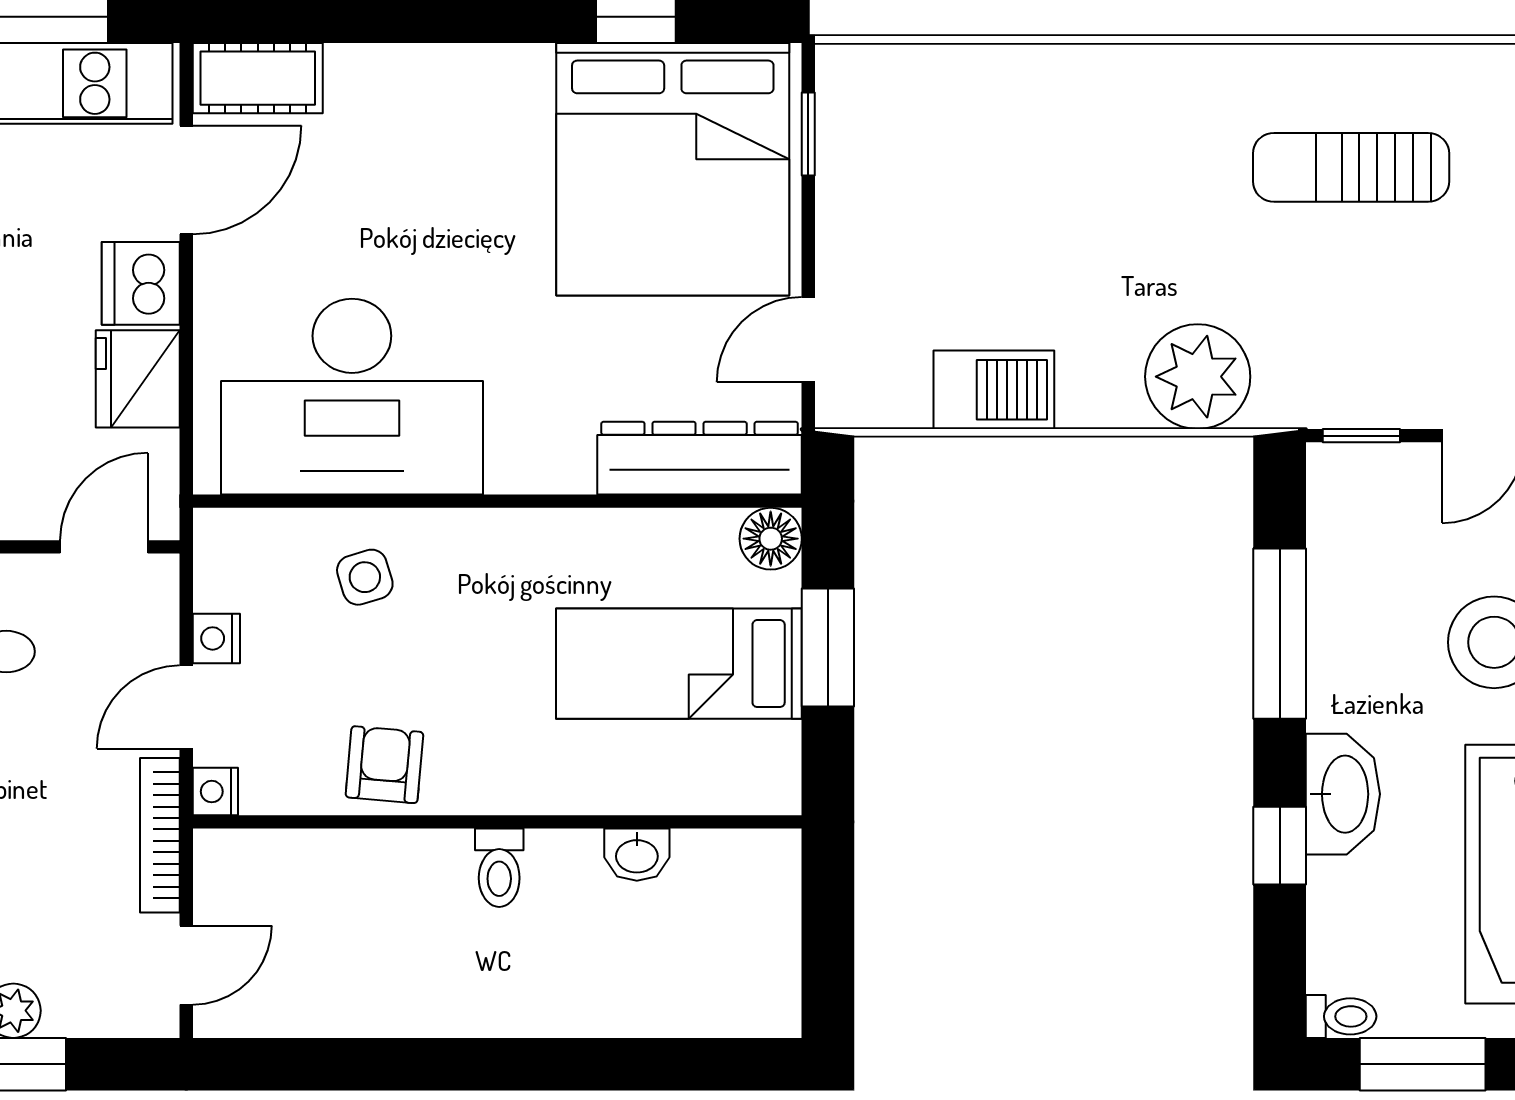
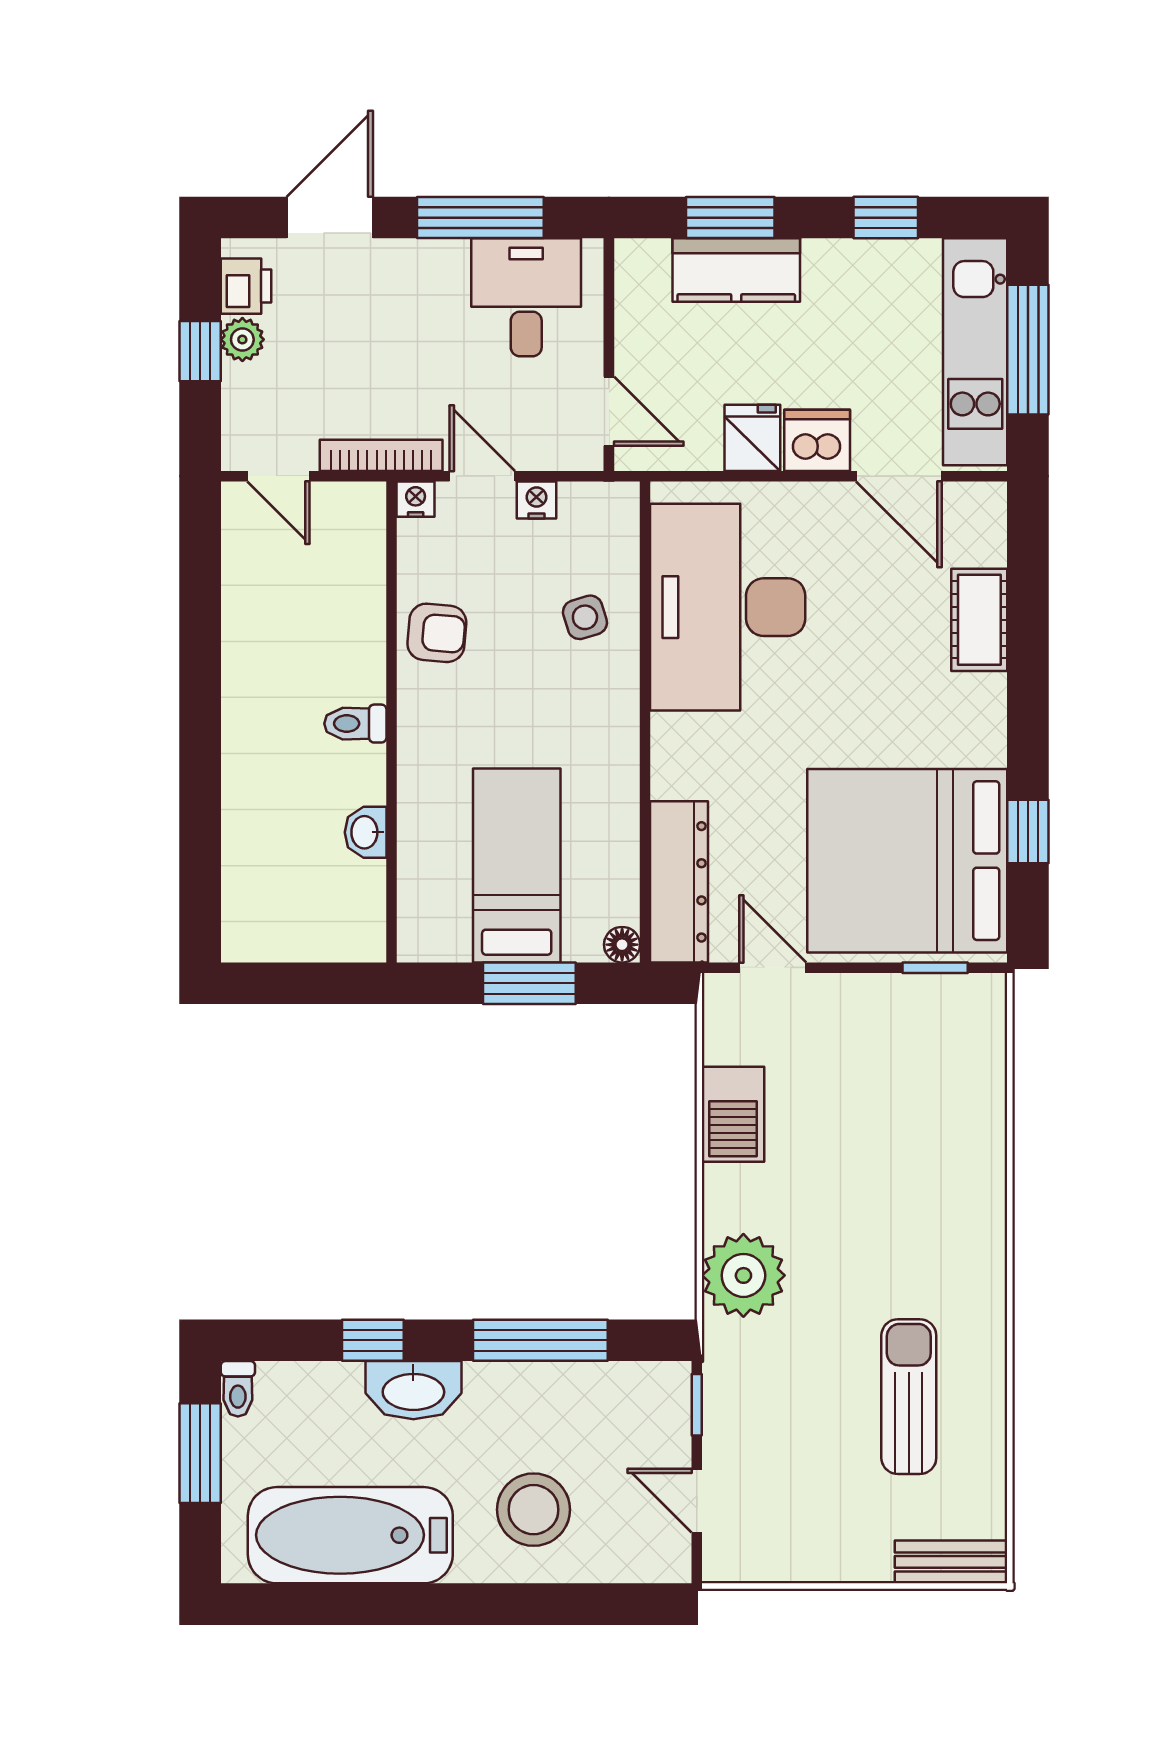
cot: (258, 78) -> (979, 620), moved
fridge: (138, 379) -> (752, 438), width x0.72
floor lamp: (771, 539) -> (622, 945), width x0.73, depth x0.73

